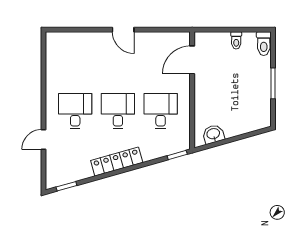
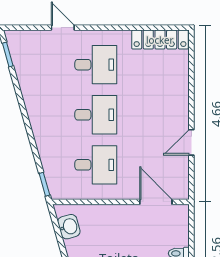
door: (123, 30) -> (191, 142), moved
locker: (117, 162) -> (160, 40), moved, turned 106

